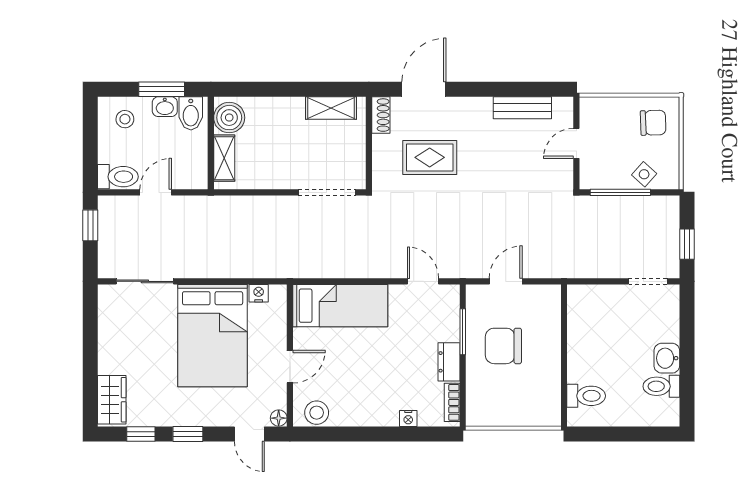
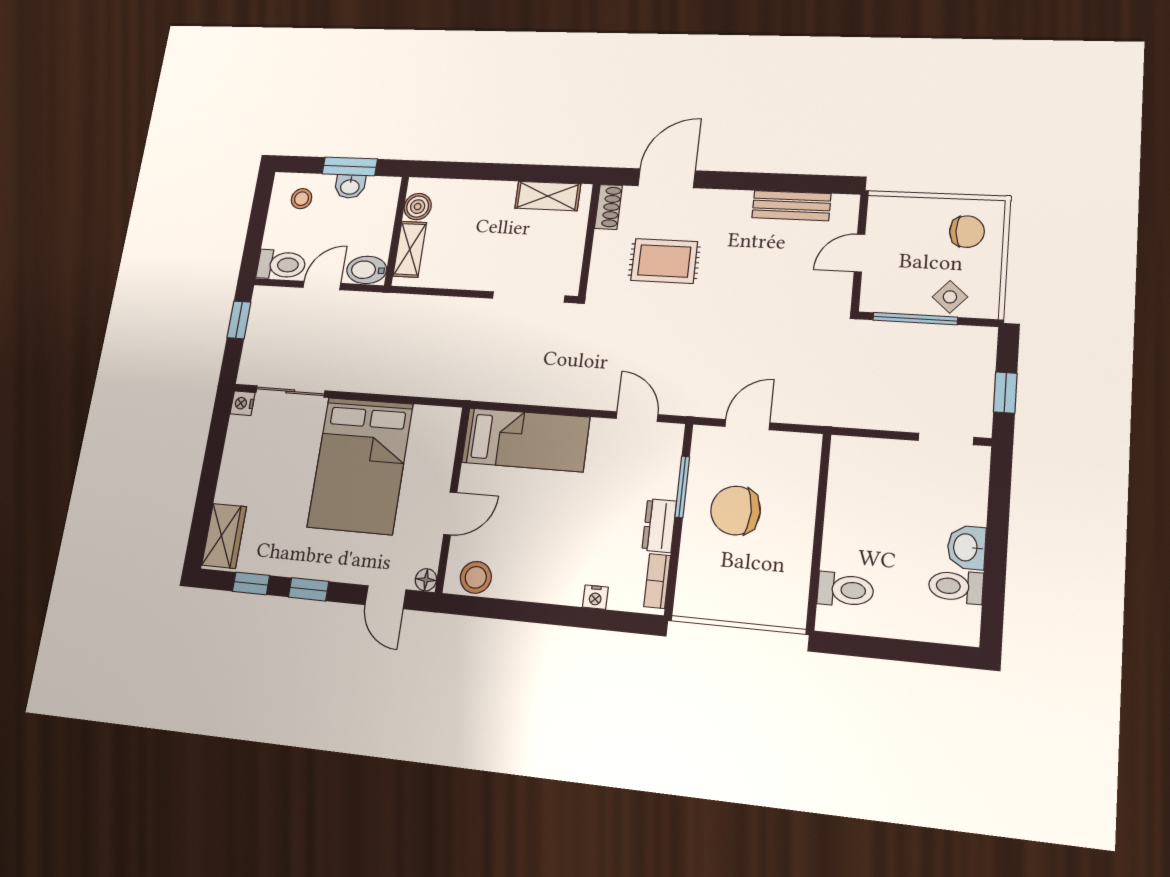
bidet: (191, 113) -> (367, 270), moved, turned 90
boiler: (229, 118) -> (418, 207), width x0.73, depth x0.73
nightstand: (259, 293) -> (243, 403), moved, turned -90

